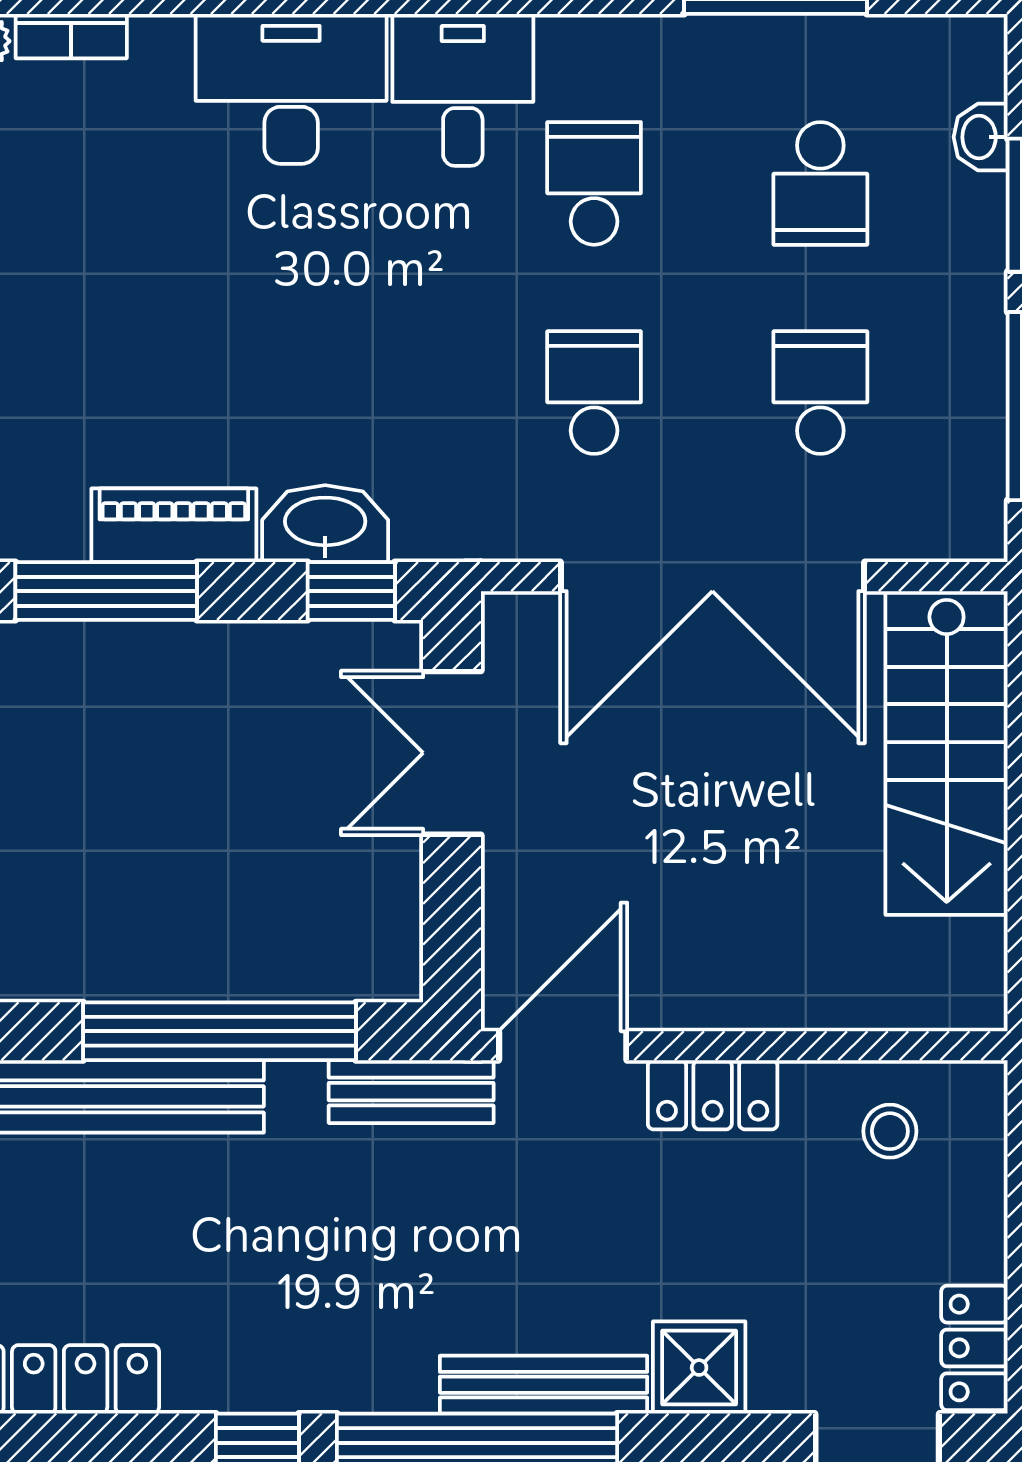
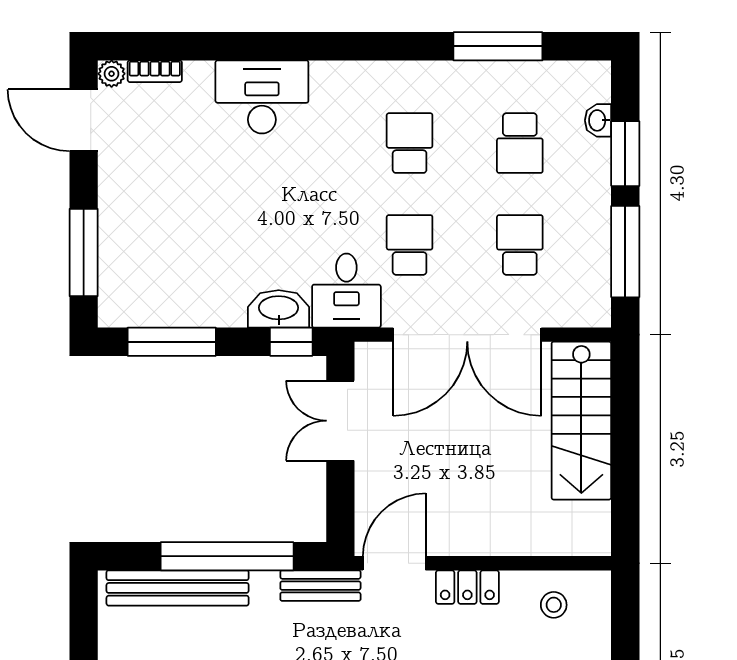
desk: (463, 90) -> (346, 291), moved, turned 180
piano: (174, 525) -> (205, 310), removed

